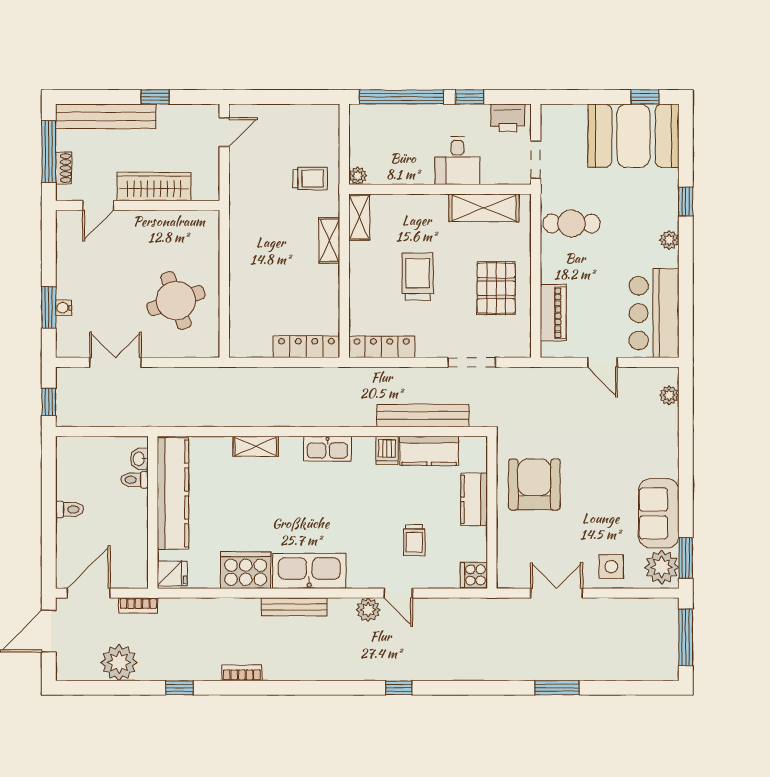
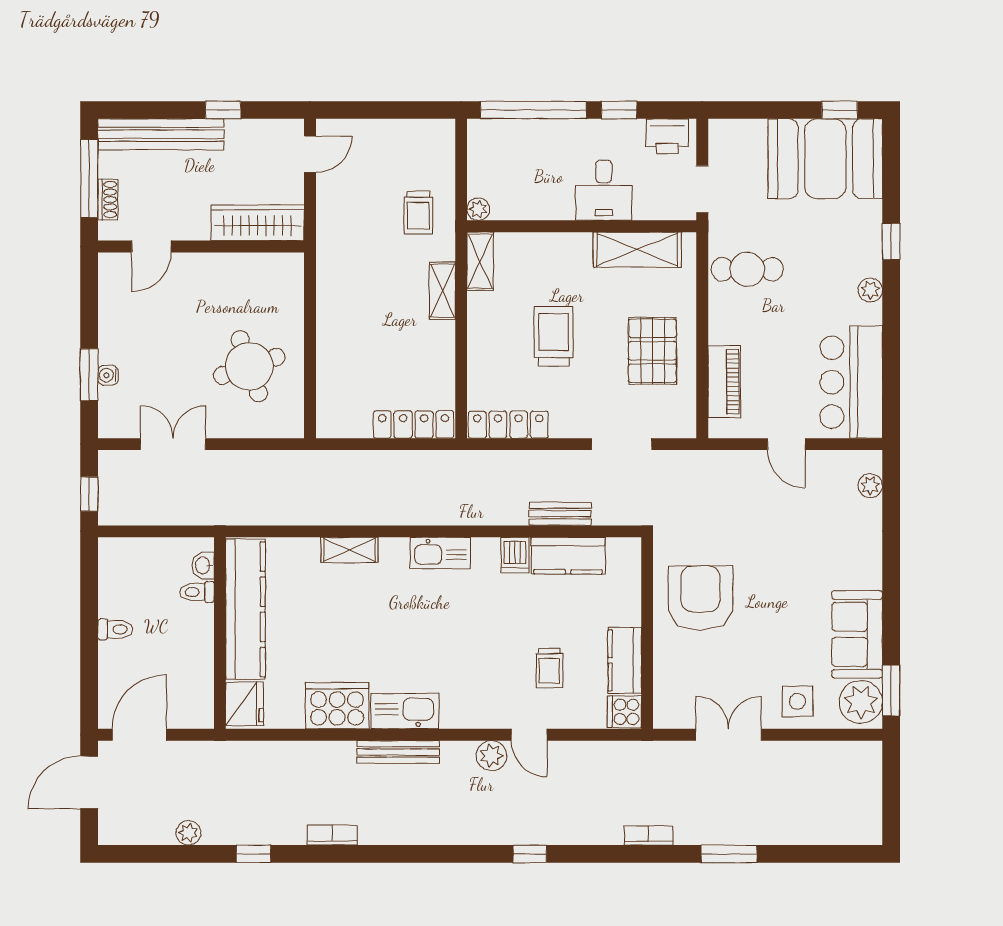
trolley: (310, 179) -> (418, 213), turned 90
wardrobe: (154, 187) -> (258, 223), moved
bench: (423, 416) -> (560, 514), width x0.54, depth x0.82
kitchen counter: (474, 499) -> (625, 660), moved
kitchen sink: (309, 571) -> (405, 711), width x0.73, depth x0.81
fridge: (172, 573) -> (245, 704), width x1.38
bookcase: (138, 605) -> (648, 835), moved, turned 180
window: (686, 637) -> (891, 790), removed
plant: (119, 662) -> (188, 833), width x0.53, depth x0.53

